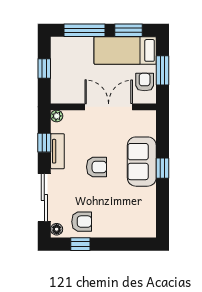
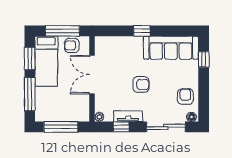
window: (44, 69) -> (61, 127), width x2.17
window: (162, 70) -> (62, 31), width x1.44
sofa: (142, 162) -> (171, 48), moved, width x1.36
armchair: (97, 167) -> (141, 84), turned 90
window: (80, 244) -> (204, 59), moved

